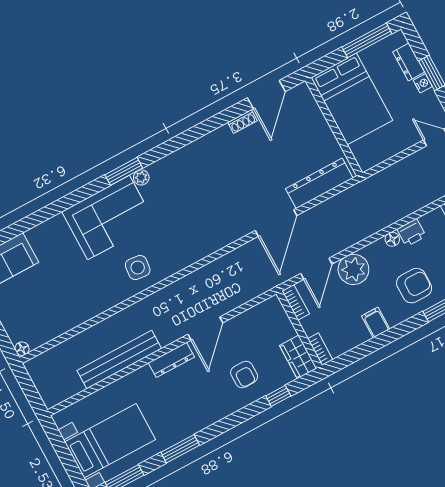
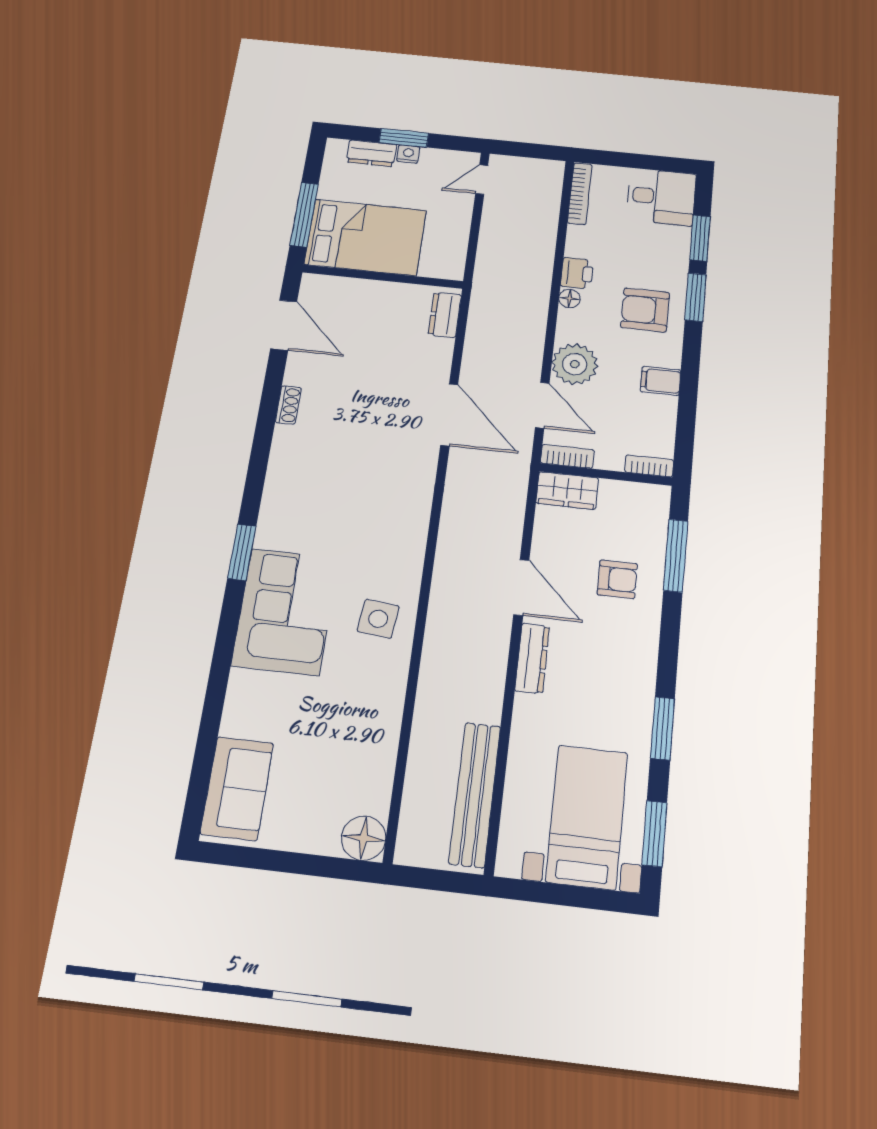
window: (367, 40) -> (304, 215), moved
shoe rack: (242, 122) -> (288, 405), moved
plant: (141, 177) -> (267, 536), removed
dresser: (319, 183) -> (445, 315), width x0.51, depth x0.80
armchair: (414, 286) -> (645, 310), turned -90
floor lamp: (22, 349) -> (364, 838), width x1.89, depth x1.89
wardrobe: (298, 357) -> (567, 491), moved
bench: (119, 360) -> (475, 794), moved
window: (278, 396) -> (676, 556), width x2.17

